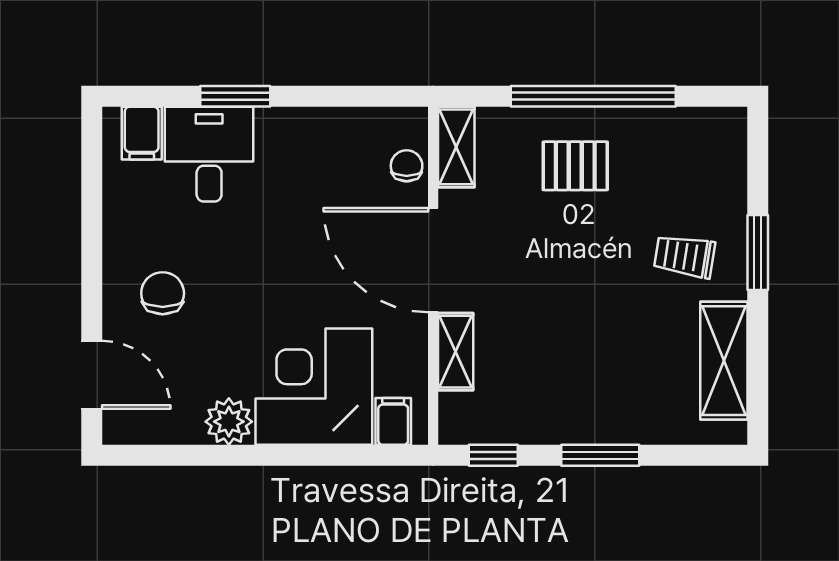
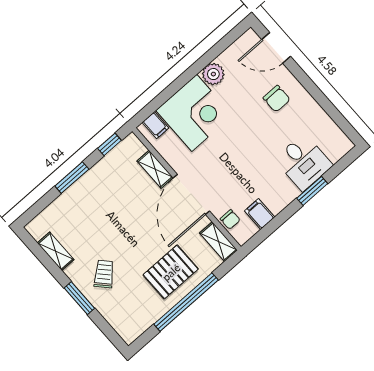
filing cabinet: (142, 133) -> (260, 214), moved
pallet: (575, 166) -> (171, 272), width x1.50, depth x1.42
trolley: (684, 256) -> (104, 274), turned -52
door: (433, 260) -> (191, 194), swing flipped
shelving: (724, 361) -> (56, 251), width x0.67, depth x0.75

